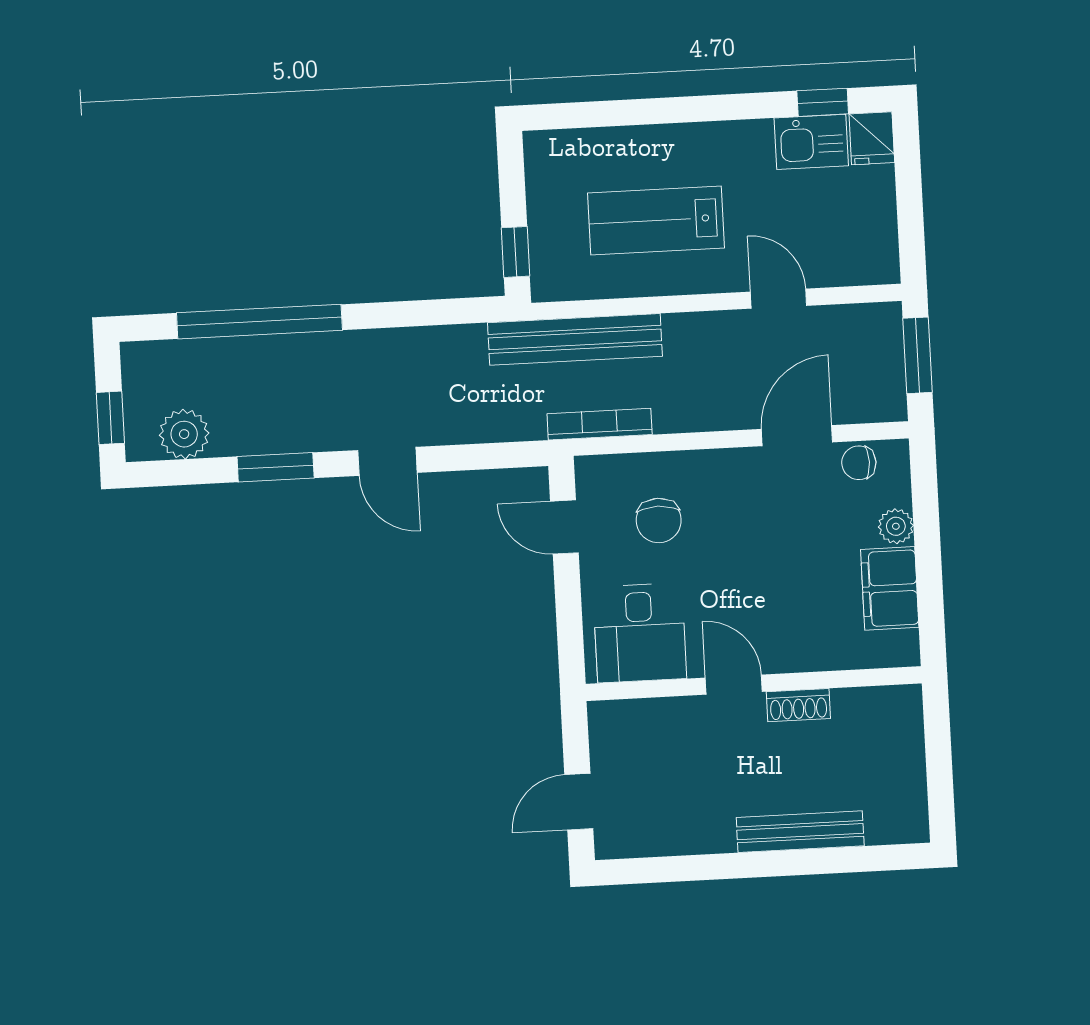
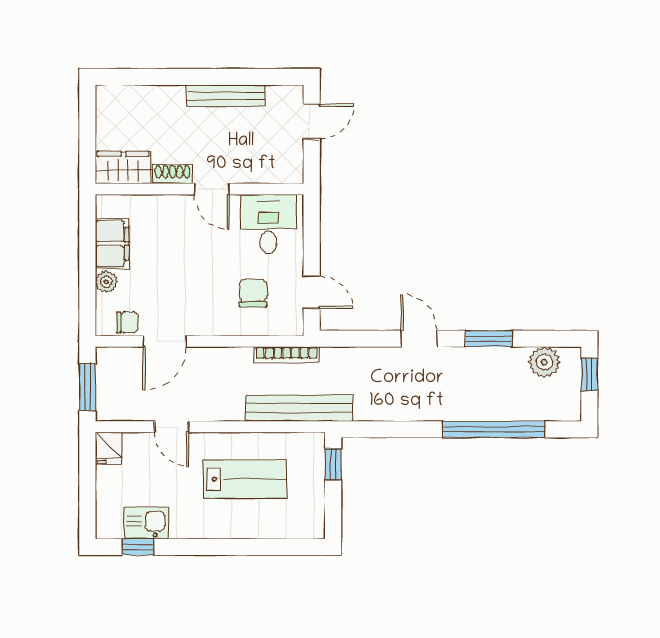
fridge: (872, 138) -> (109, 448), moved, turned 180
wardrobe: (878, 712) -> (123, 168), added
bench: (800, 832) -> (226, 96), moved

